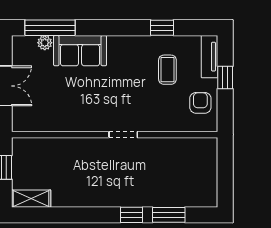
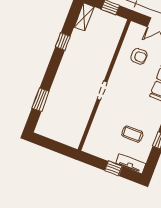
armchair: (200, 103) -> (139, 56), moved
window: (132, 215) -> (63, 42), moved

